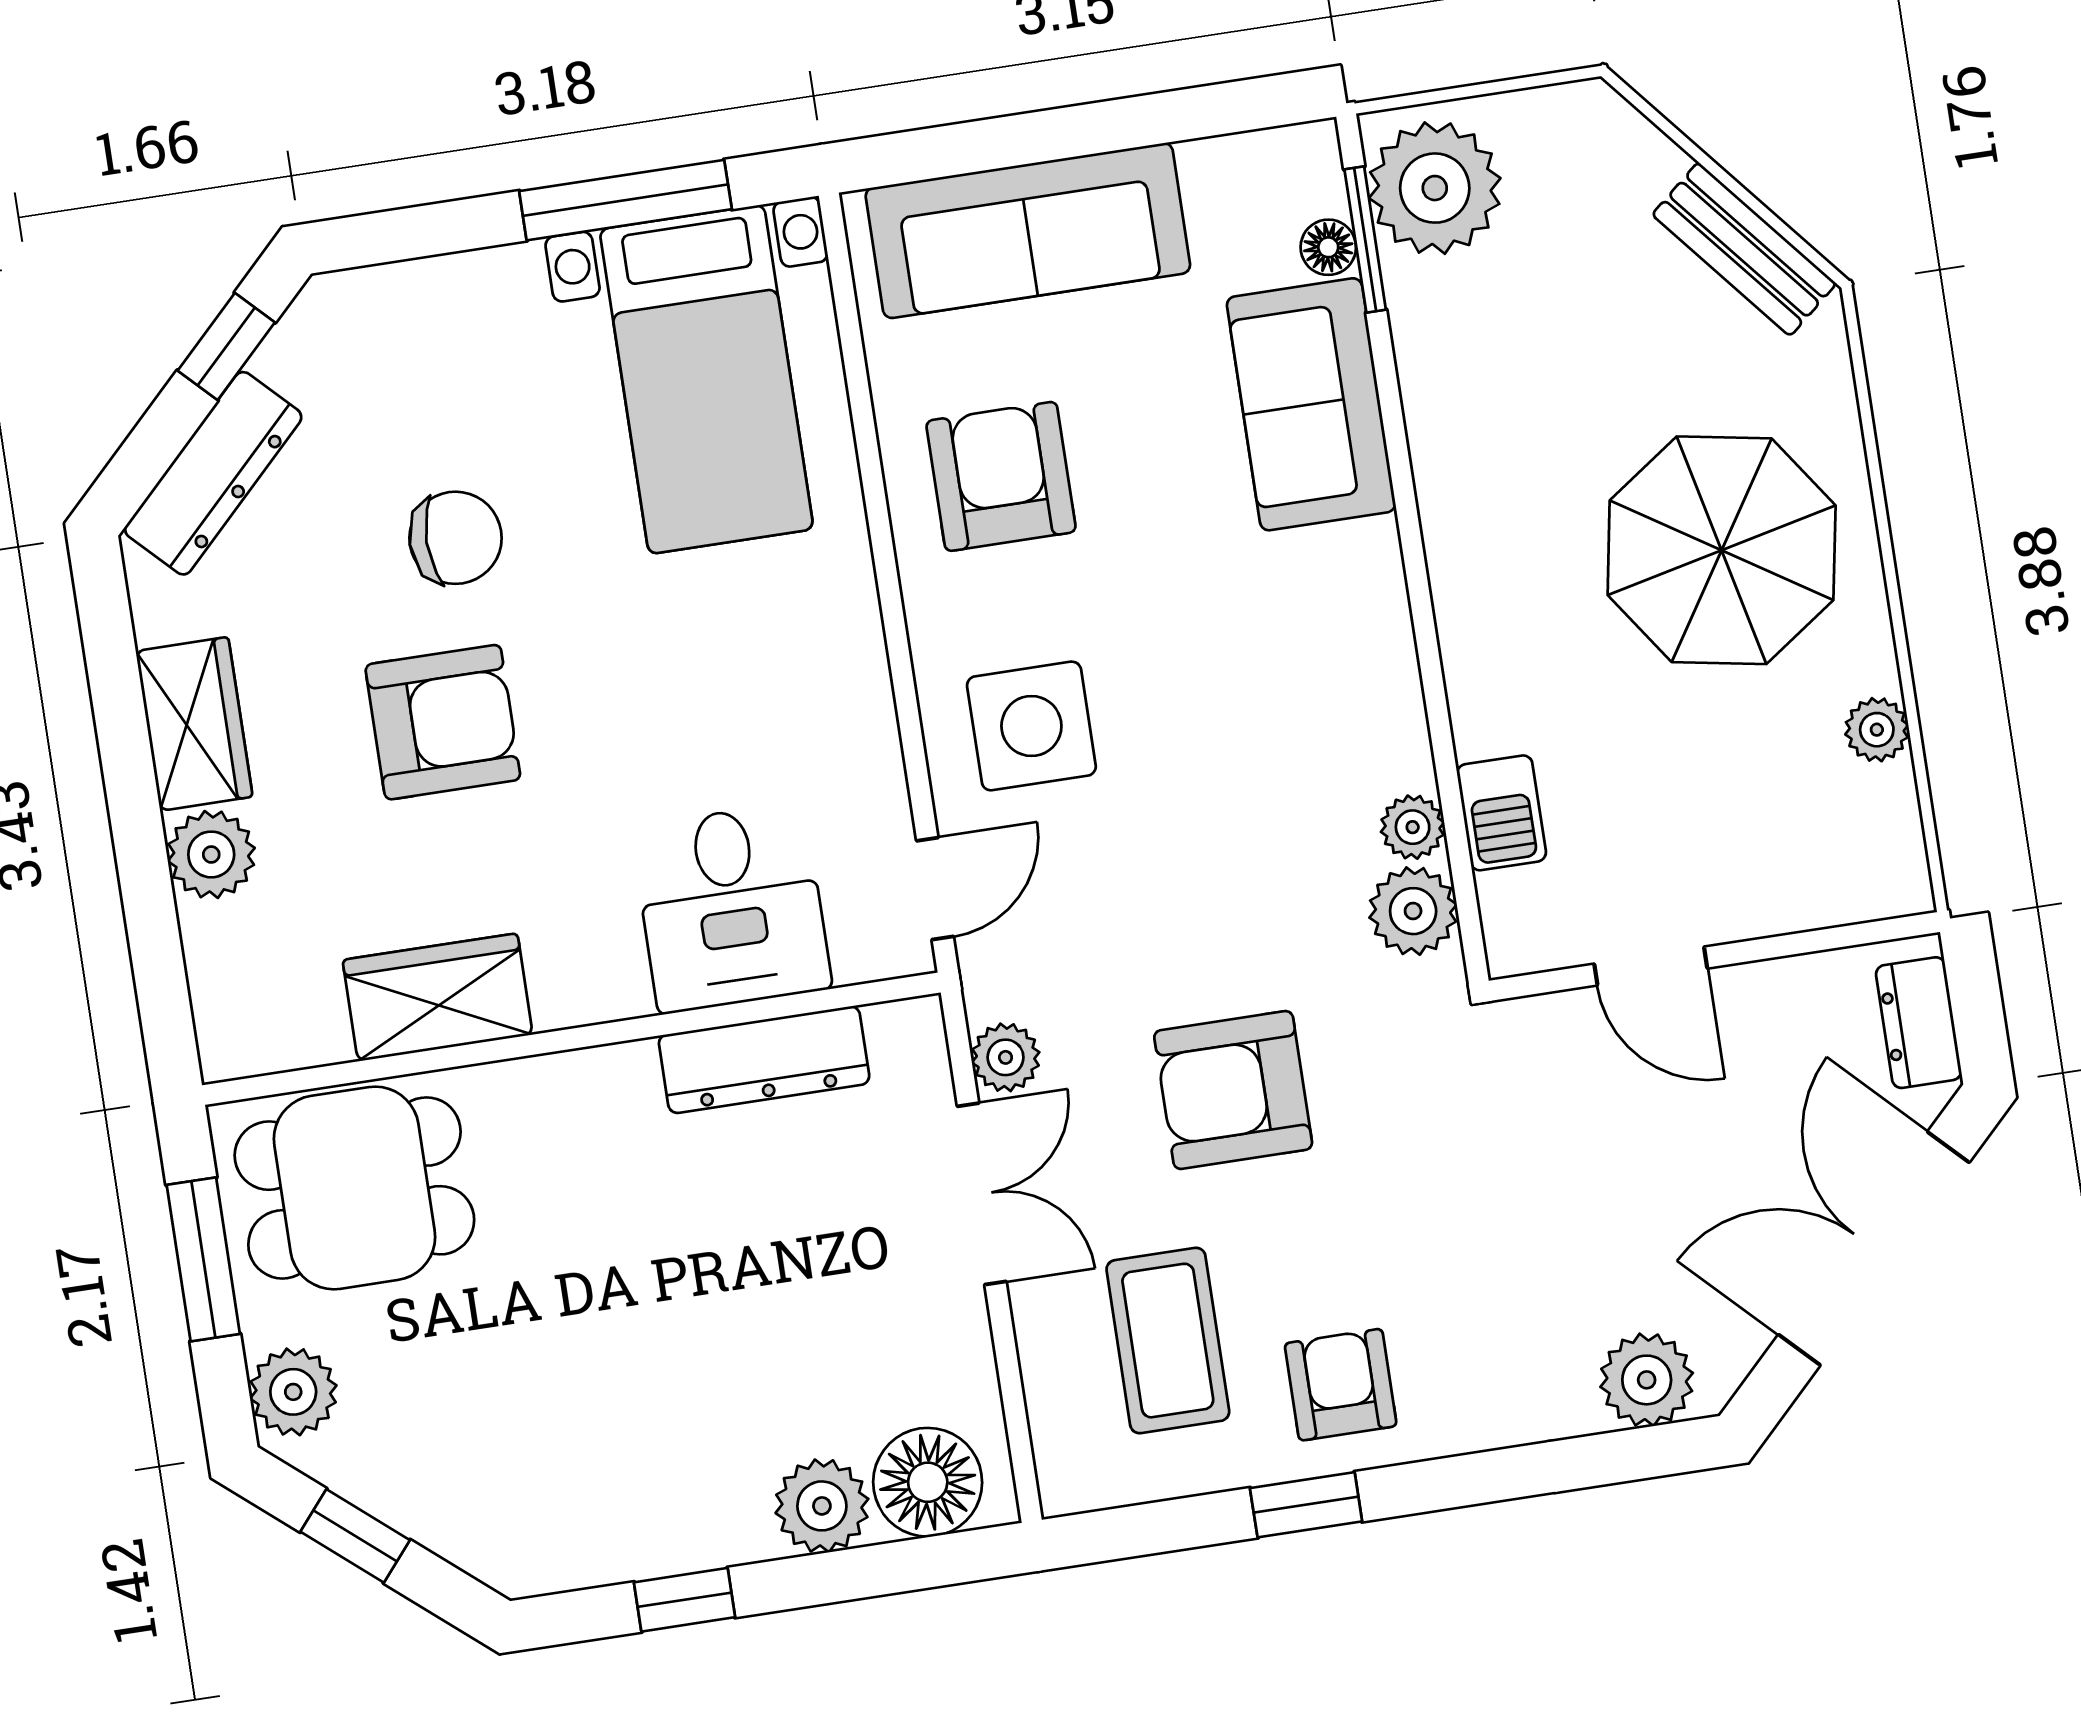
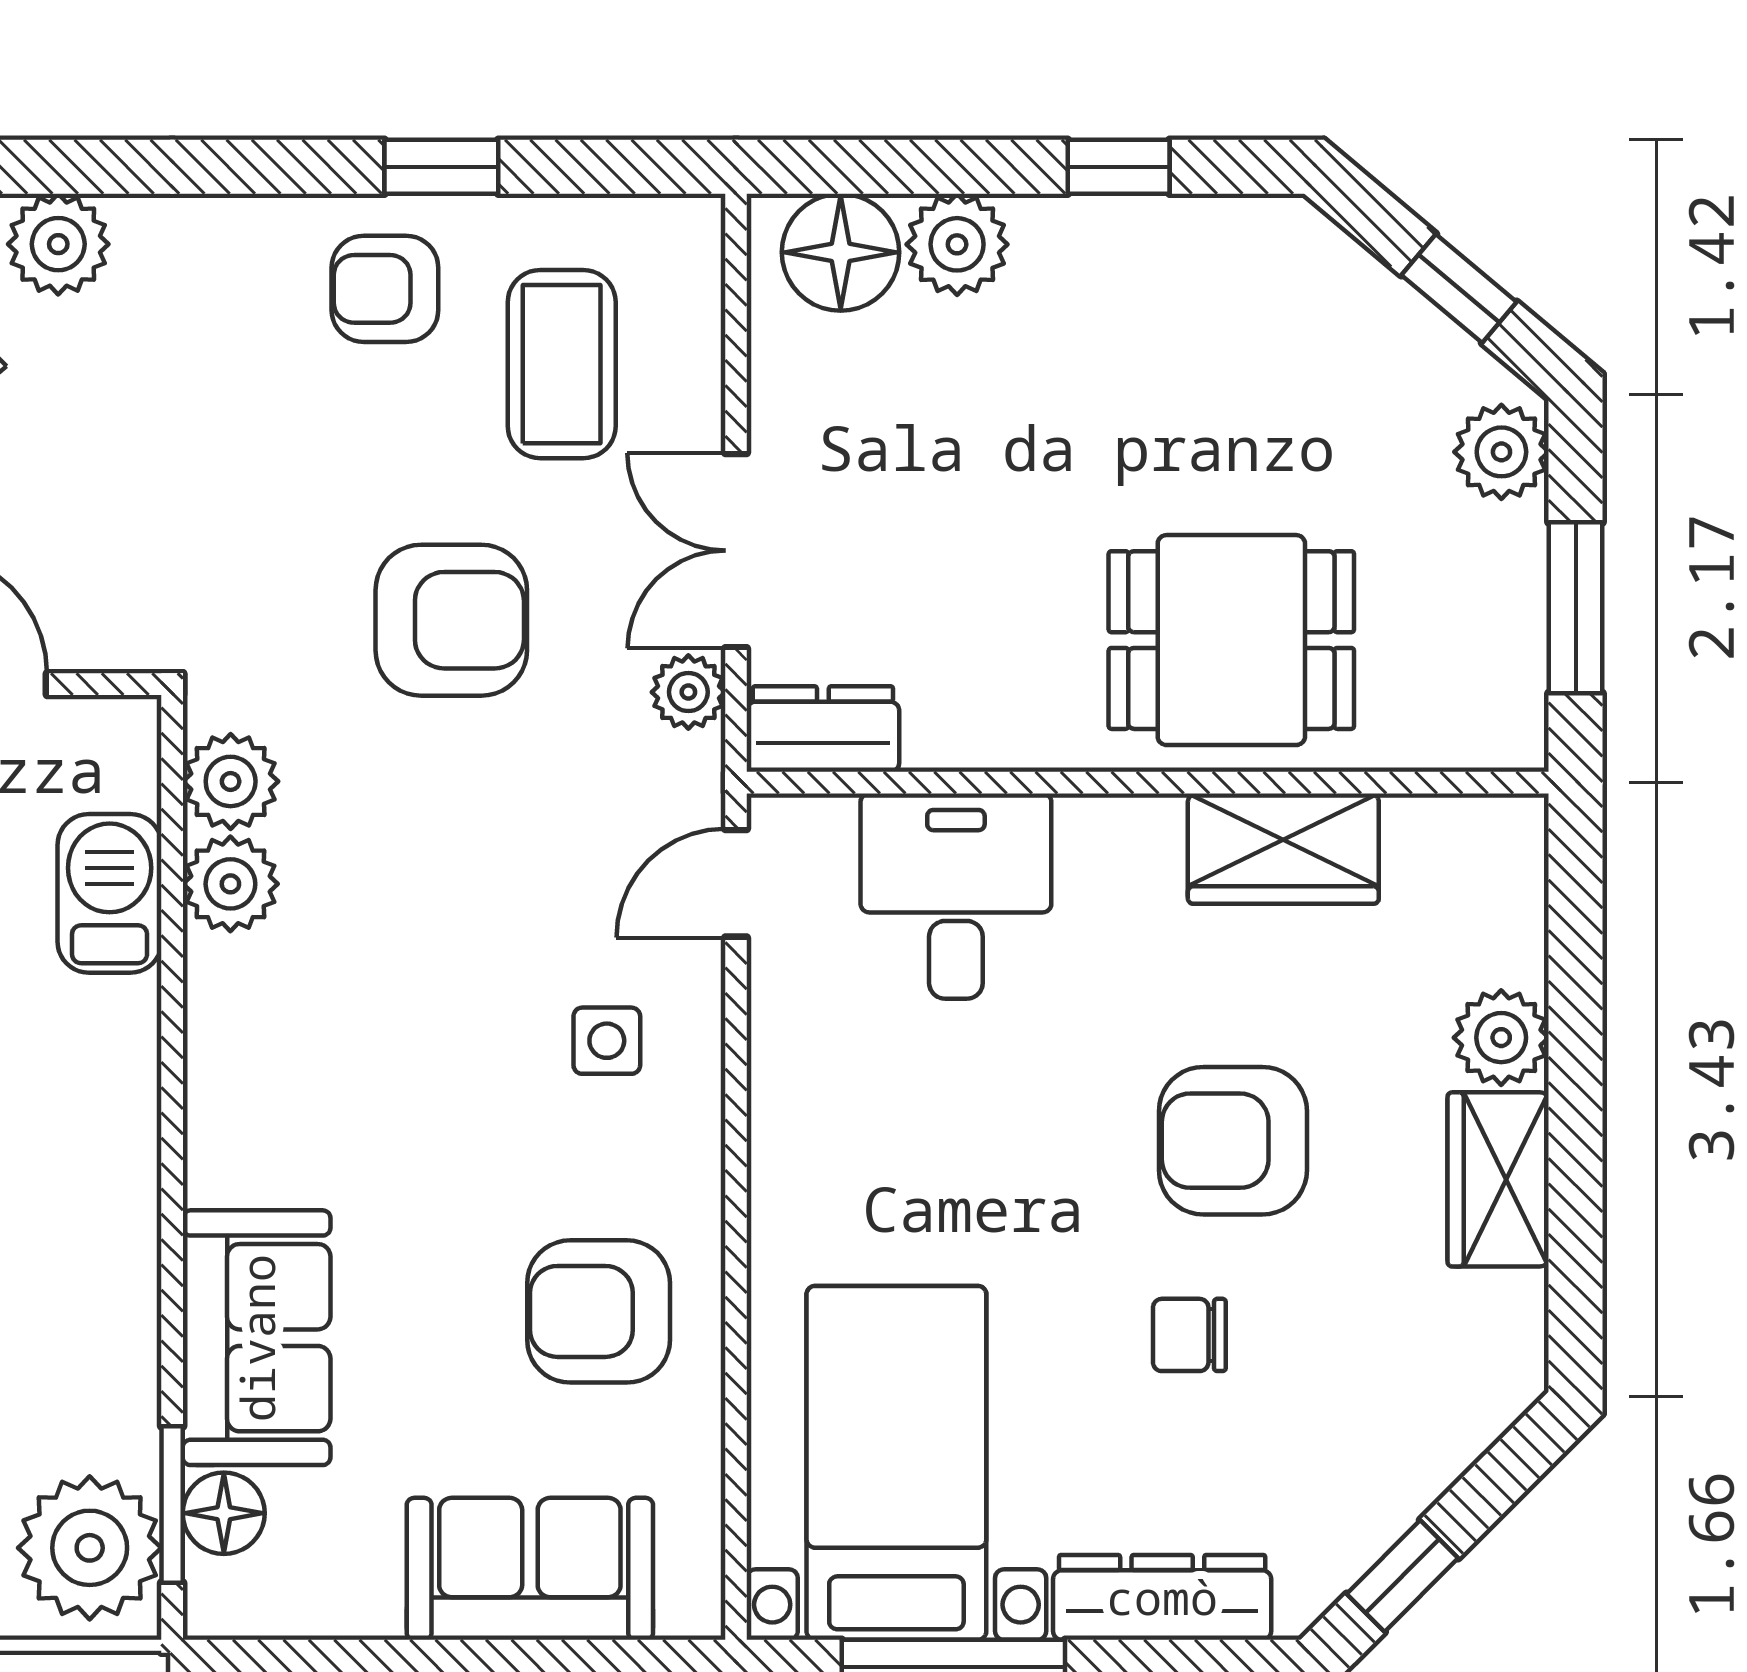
sofa: (1028, 231) -> (530, 1569), width x0.73
floor lamp: (1328, 247) -> (224, 1513), width x1.37, depth x1.37
dresser: (213, 473) -> (1162, 1597), moved, turned 45
armchair: (1001, 476) -> (599, 1311), turned 90
chair: (456, 538) -> (1189, 1335), width x0.73, depth x0.73
side table: (1031, 726) -> (607, 1041), width x0.54, depth x0.54
barbecue: (1501, 813) -> (110, 893), width x1.38, depth x1.27
plant: (1413, 827) -> (230, 884), width x1.38, depth x1.38
dresser: (764, 1060) -> (823, 729), moved, width x0.70
dining table: (354, 1188) -> (1231, 640), moved
armchair: (1341, 1385) -> (385, 289), turned 90

